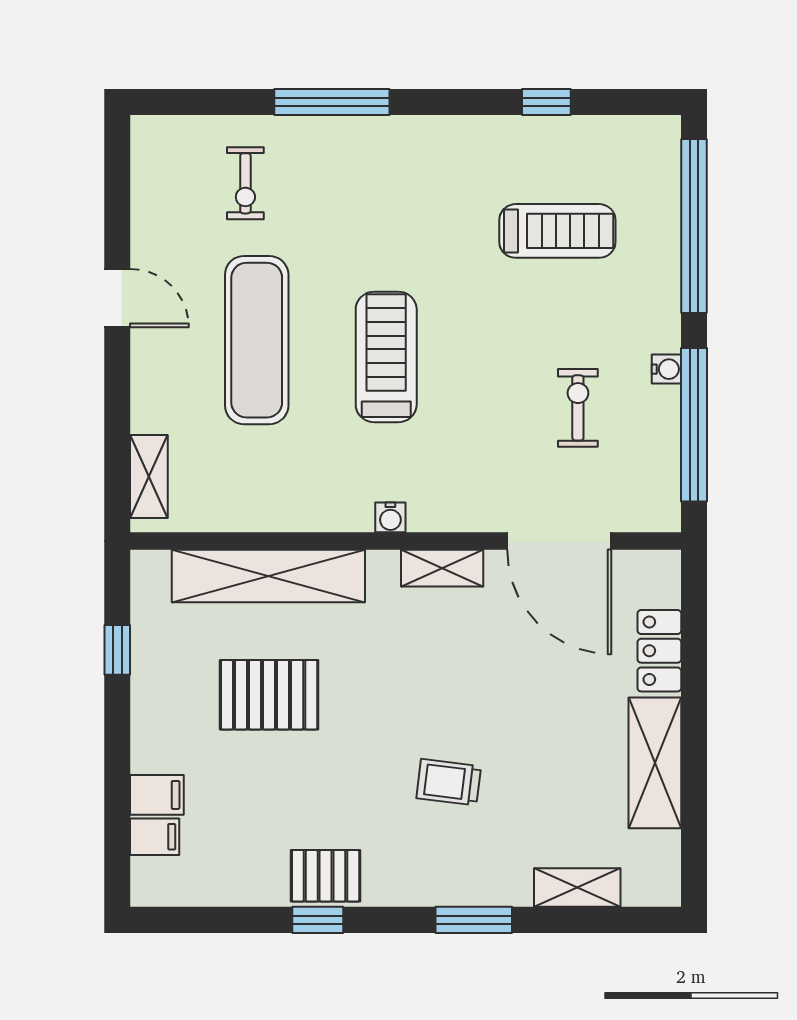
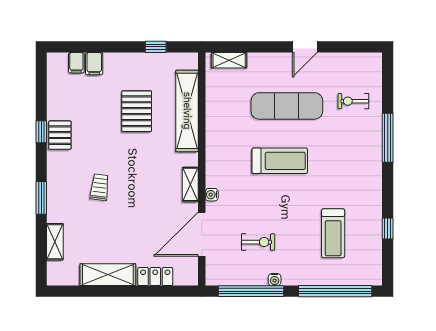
water cooler: (390, 517) -> (212, 195), moved

